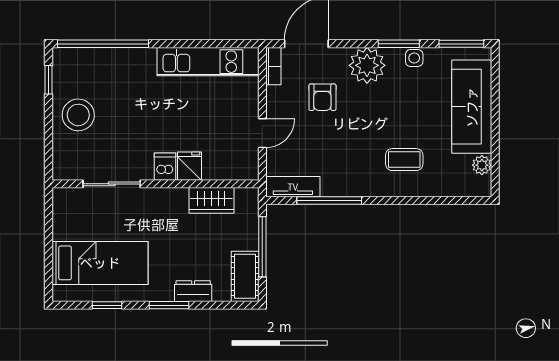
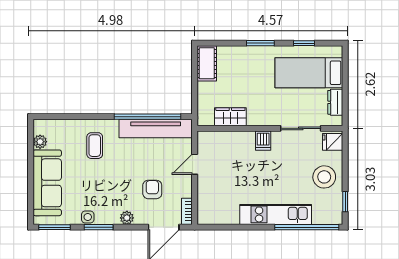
kitchen unit: (208, 62) -> (276, 214), moved
plant: (367, 65) -> (127, 218), width x0.53, depth x0.53
coffee table: (404, 160) -> (95, 146), turned 90
fridge: (190, 166) -> (333, 142), moved, turned 90
tv unit: (293, 187) -> (156, 129), width x1.92, depth x1.29
window: (329, 201) -> (147, 117), width x1.46
window: (262, 247) -> (195, 84), removed
dresser: (193, 291) -> (335, 102), moved, turned 90

